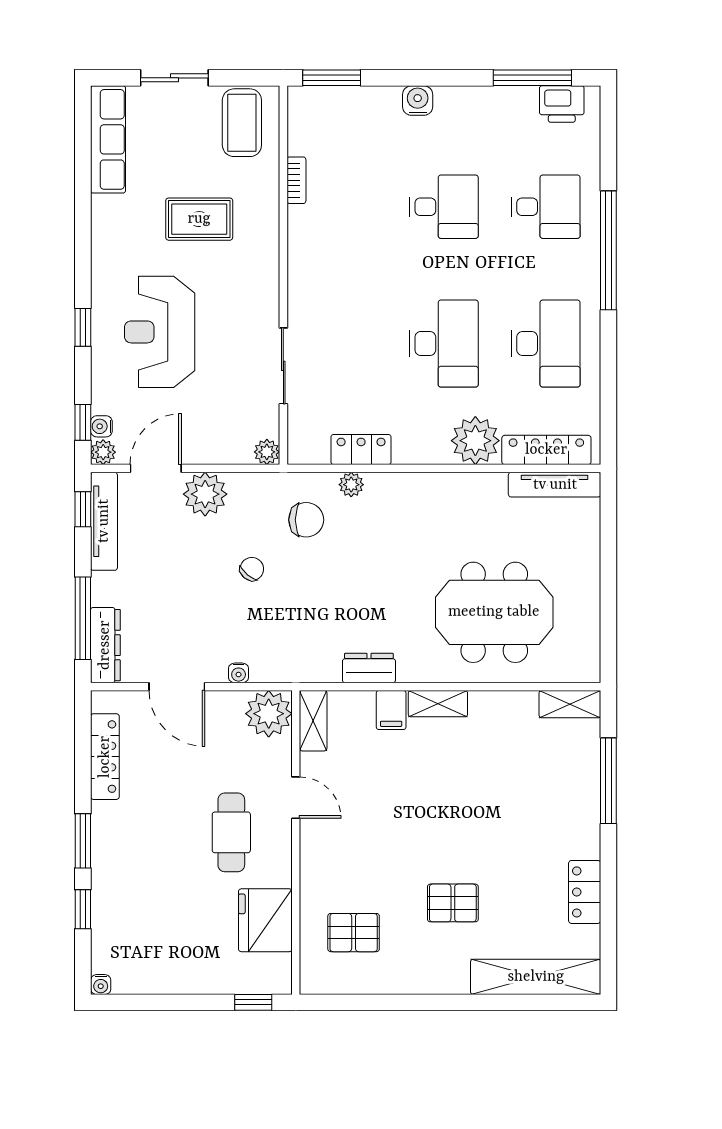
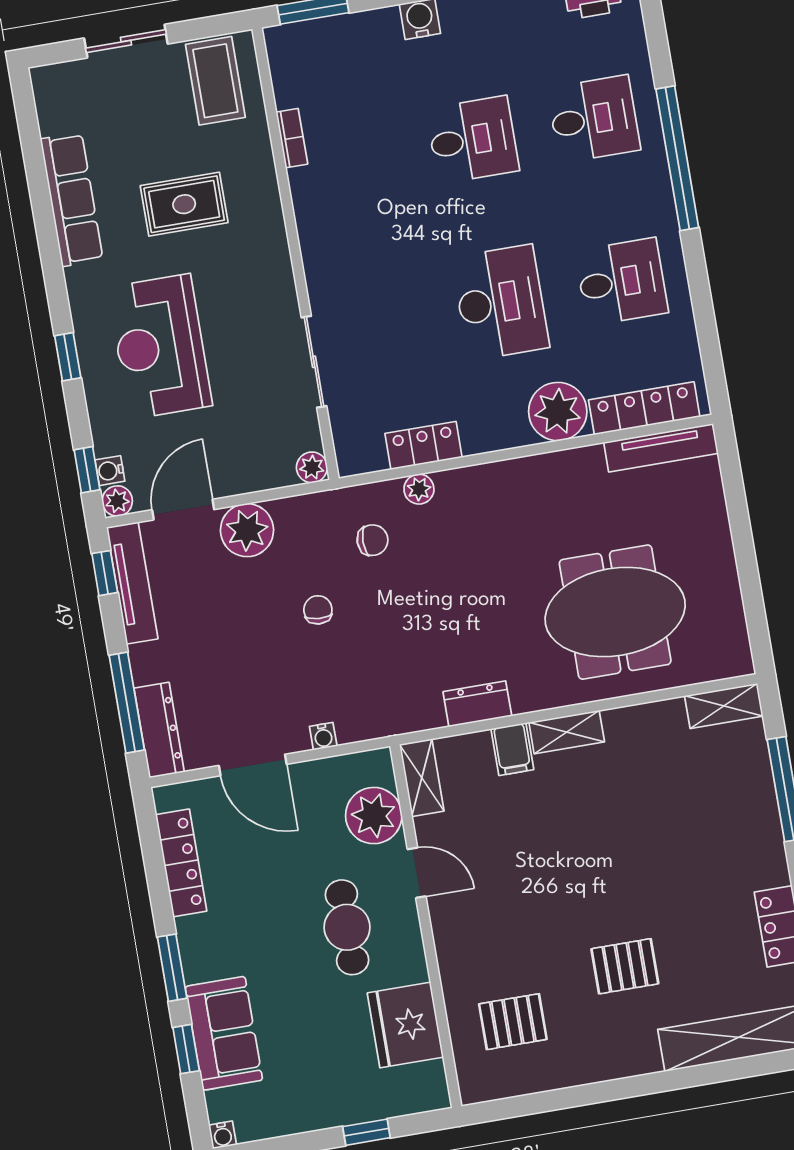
row of seats: (108, 139) -> (72, 199), moved
desk: (546, 344) -> (622, 282), width x0.73
chair: (306, 520) -> (373, 540), width x0.73, depth x0.73
chair: (252, 569) -> (318, 610), turned -36
plant: (269, 714) -> (374, 816), moved
sofa: (116, 902) -> (224, 1033), added
window: (253, 1002) -> (366, 1132), moved

